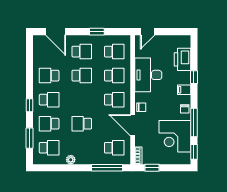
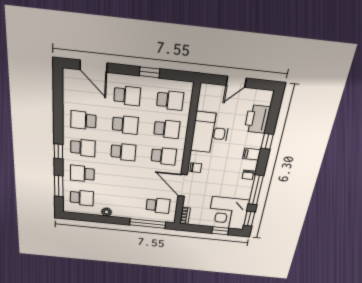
door: (147, 32) -> (236, 82), moved
school desk: (82, 124) -> (123, 152), moved, turned 180
corner desk: (175, 136) -> (228, 213), moved
window: (152, 168) -> (220, 231), moved

